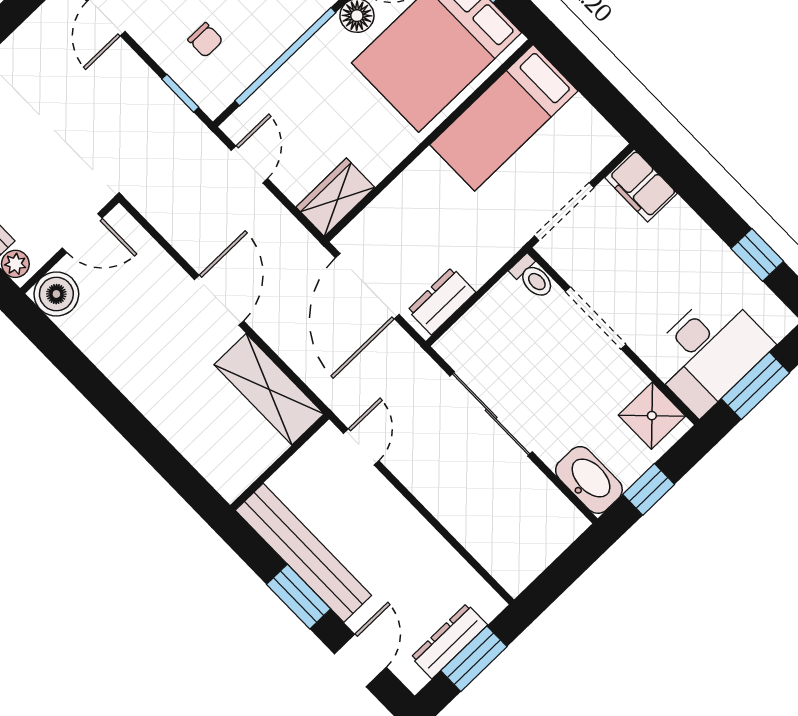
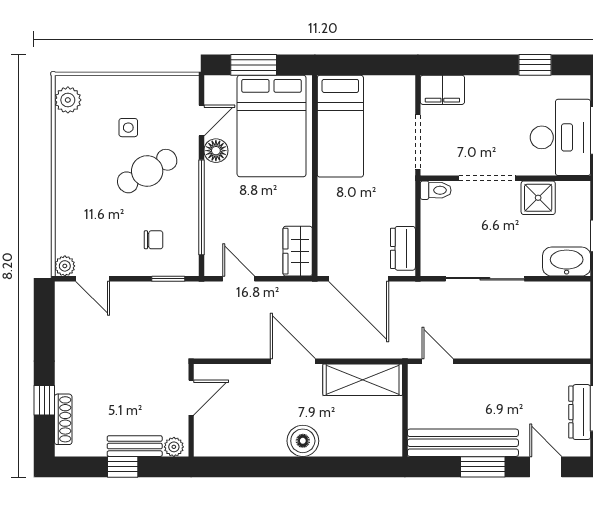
boiler: (56, 294) -> (303, 441), moved
shower: (652, 416) -> (538, 198), moved

